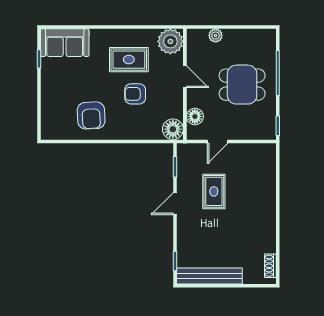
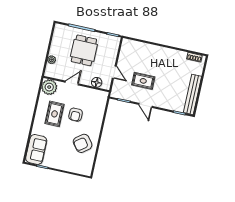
armchair: (91, 115) -> (83, 143), turned 146
floor lamp: (173, 129) -> (101, 97), removed

